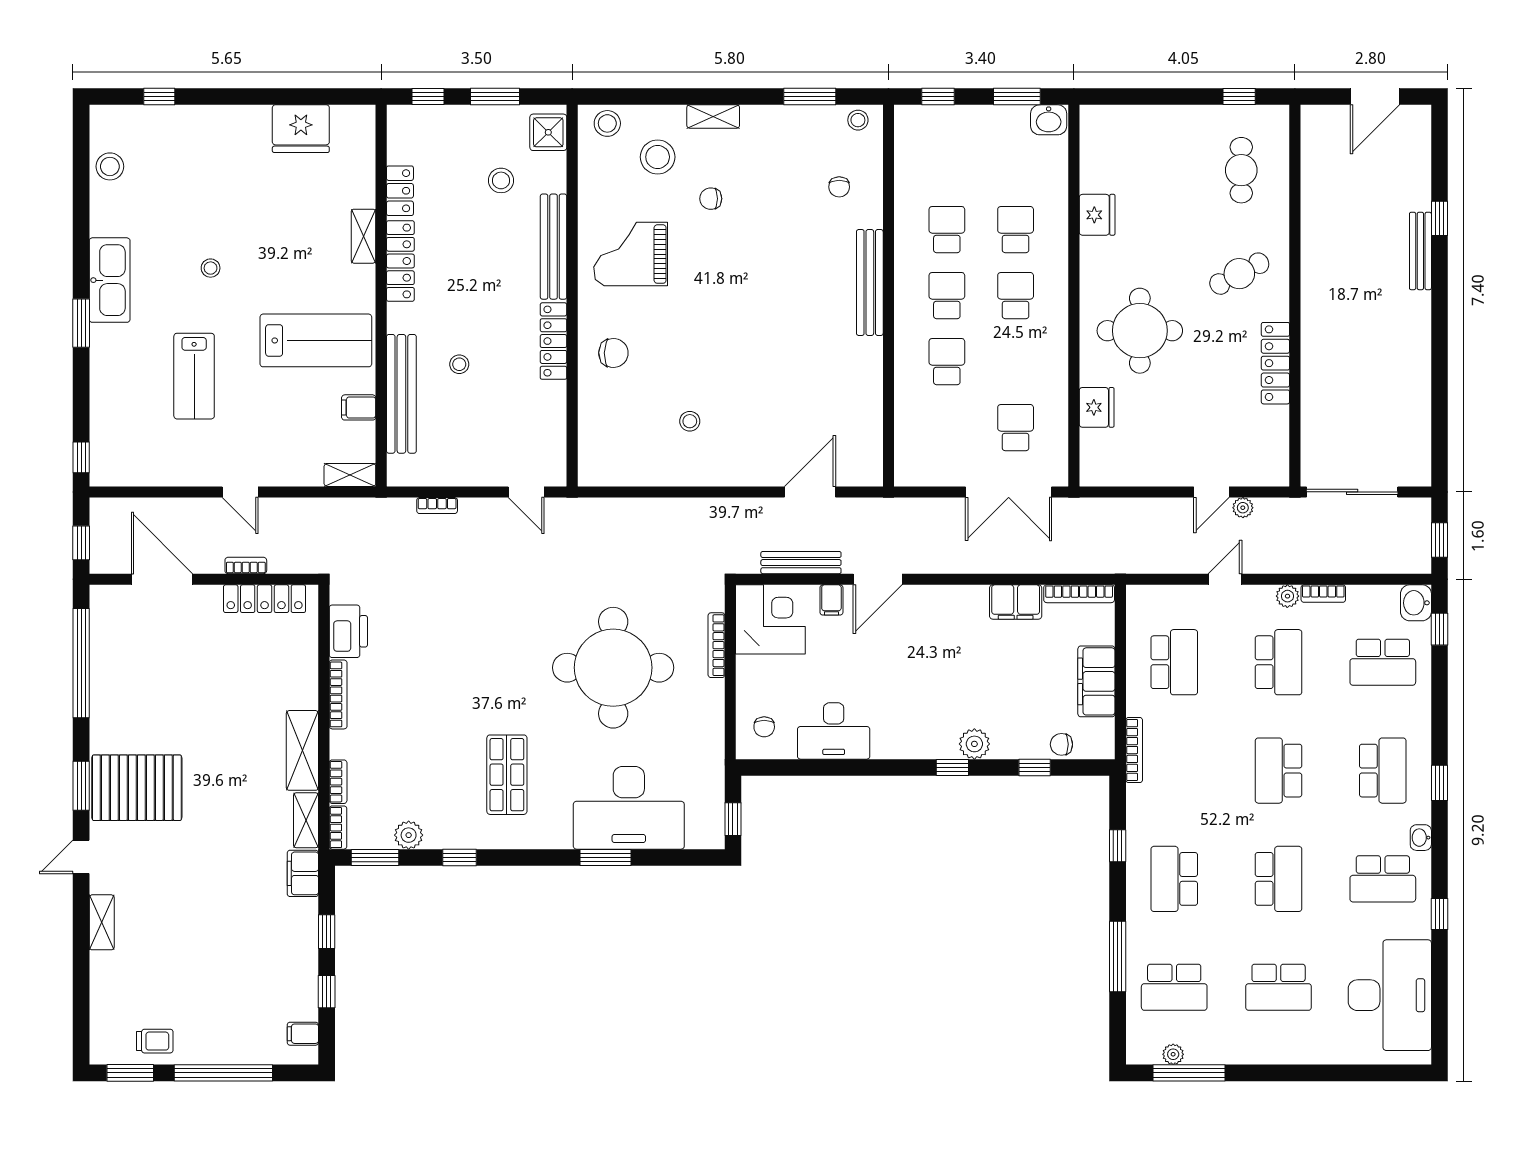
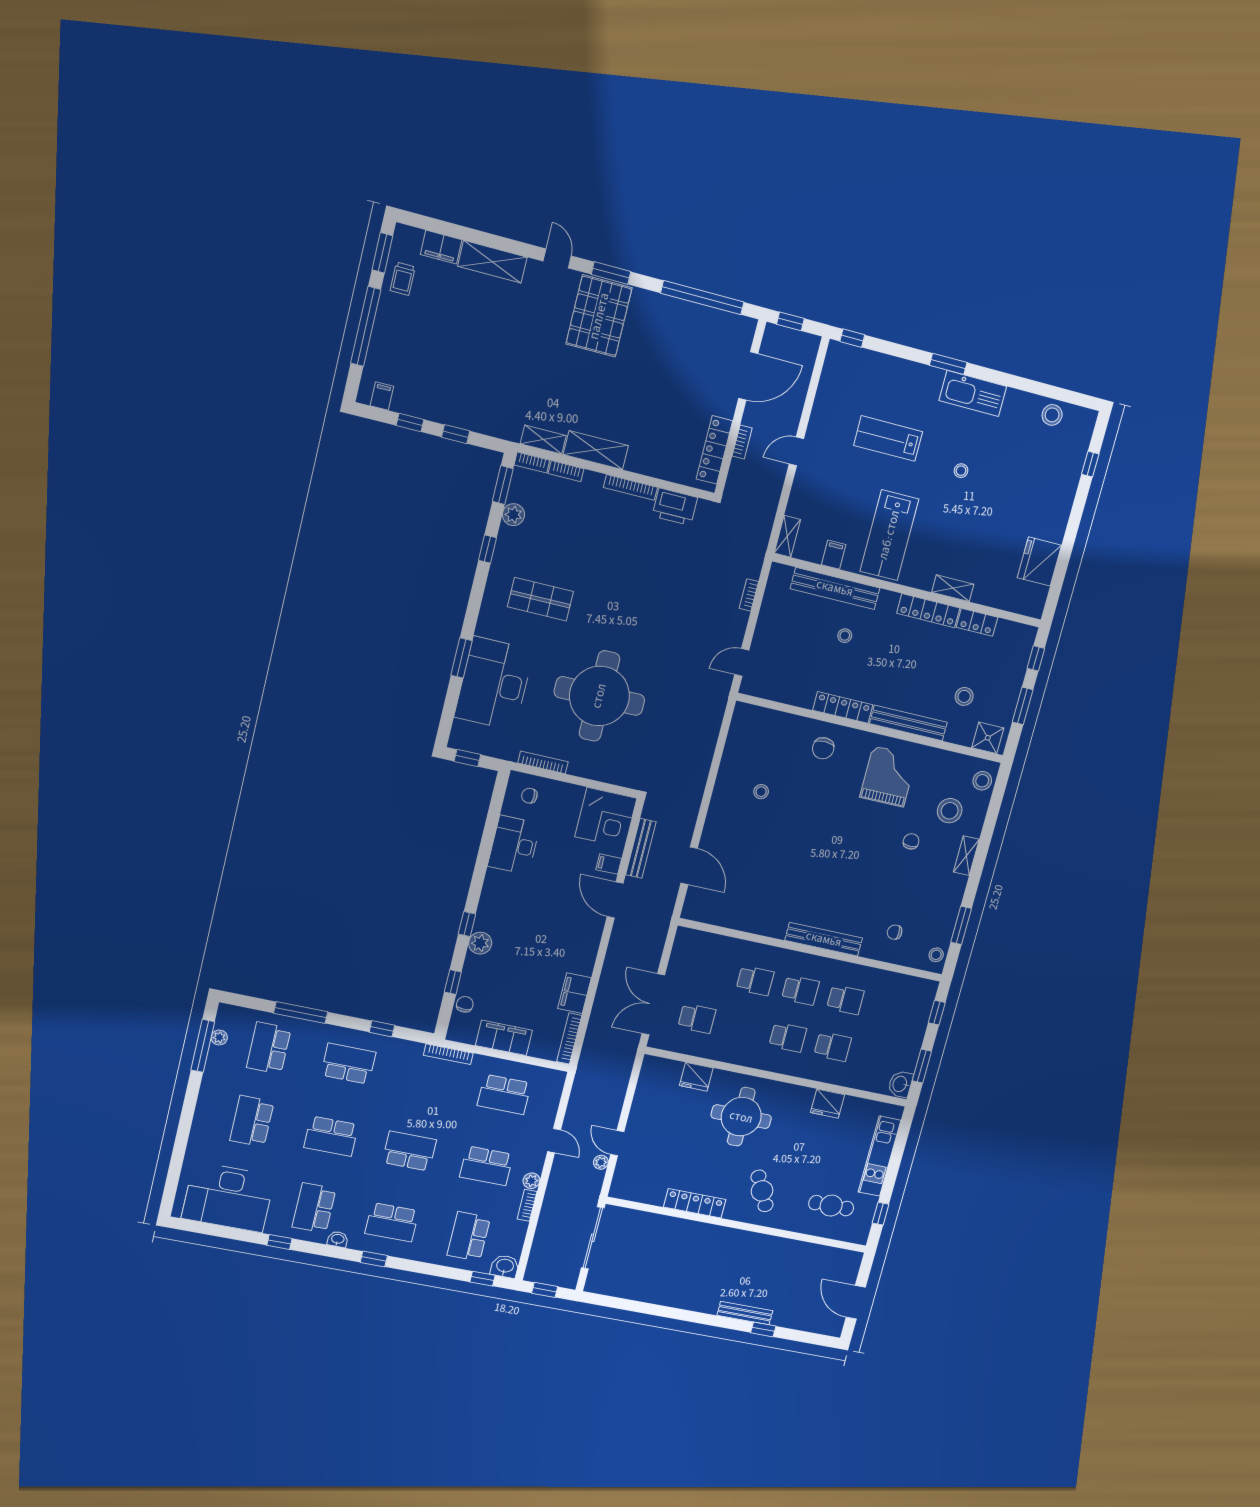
kitchen unit: (1157, 121) -> (880, 1156), added
bookcase: (716, 645) -> (543, 762), moved
filing cabinet: (303, 873) -> (441, 247), moved, turned 180
shelving: (102, 922) -> (492, 262), width x1.50, depth x1.33

